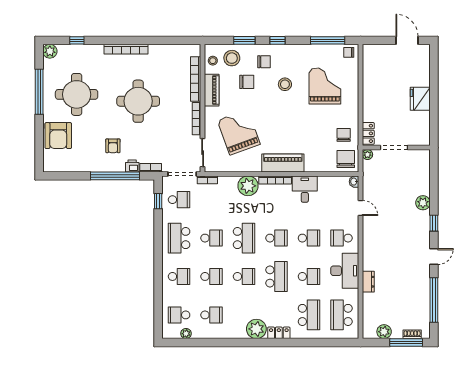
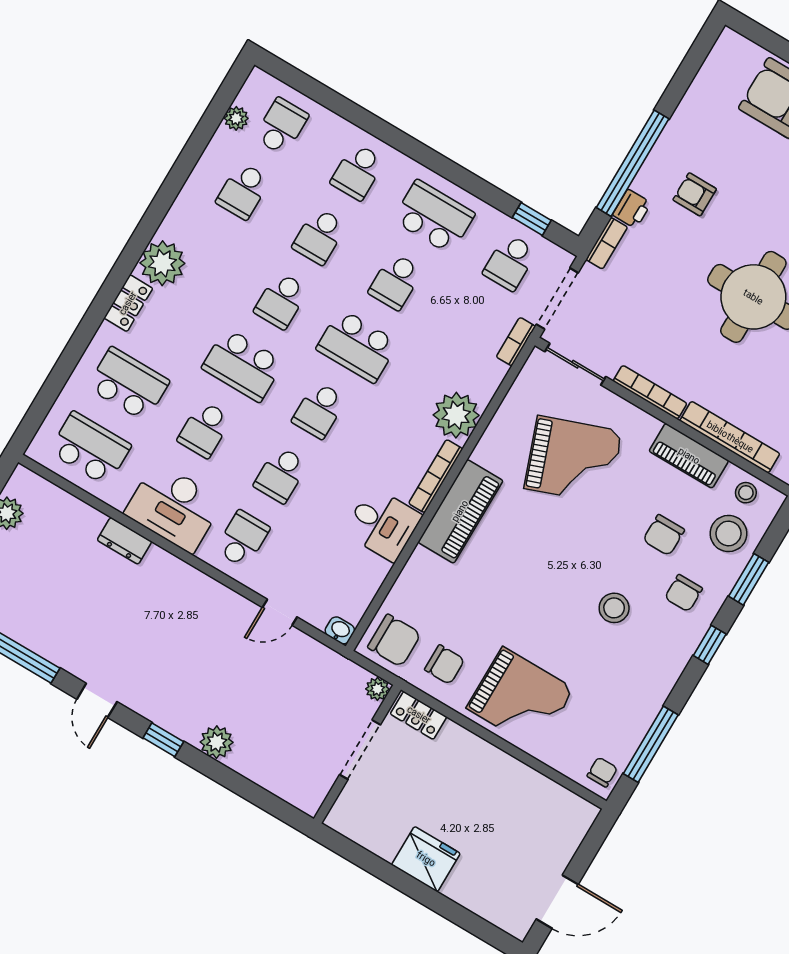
grand piano: (325, 86) -> (520, 698), moved
school desk: (309, 315) -> (128, 384), turned 180

